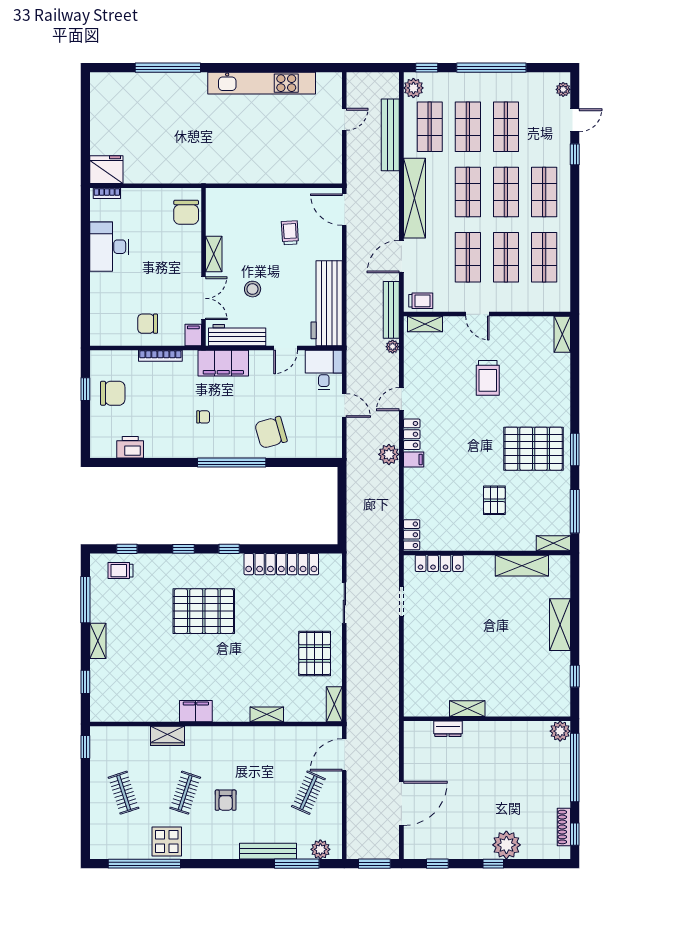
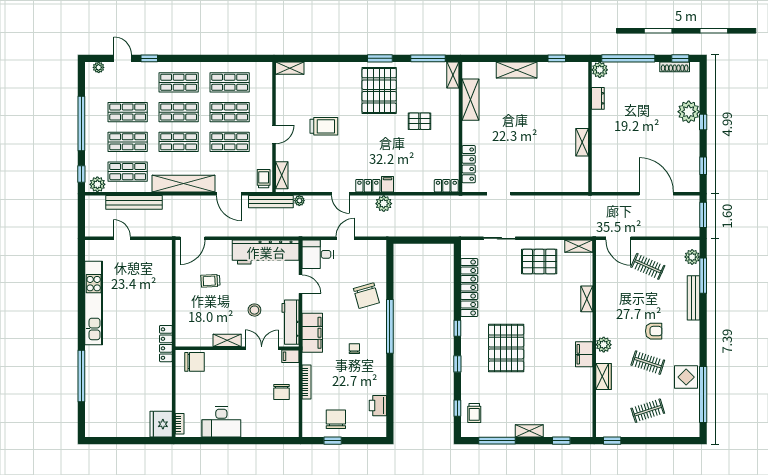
locker: (210, 176) -> (166, 344), added
dresser: (448, 729) -> (598, 98), moved
plant: (208, 736) -> (604, 345), added

